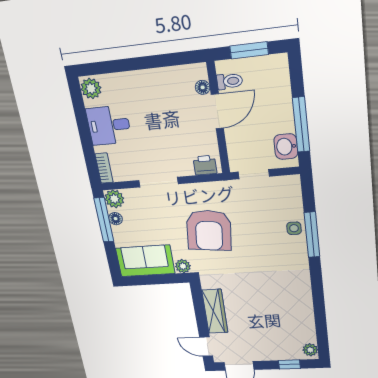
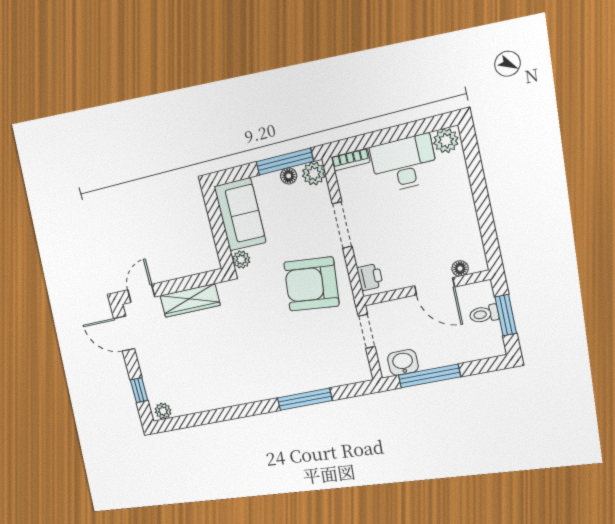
toilet: (230, 81) -> (484, 314), moved, turned 90
desk: (109, 125) -> (404, 163), width x1.37
side table: (294, 228) -> (309, 380), removed
armchair: (209, 230) -> (311, 284), moved

